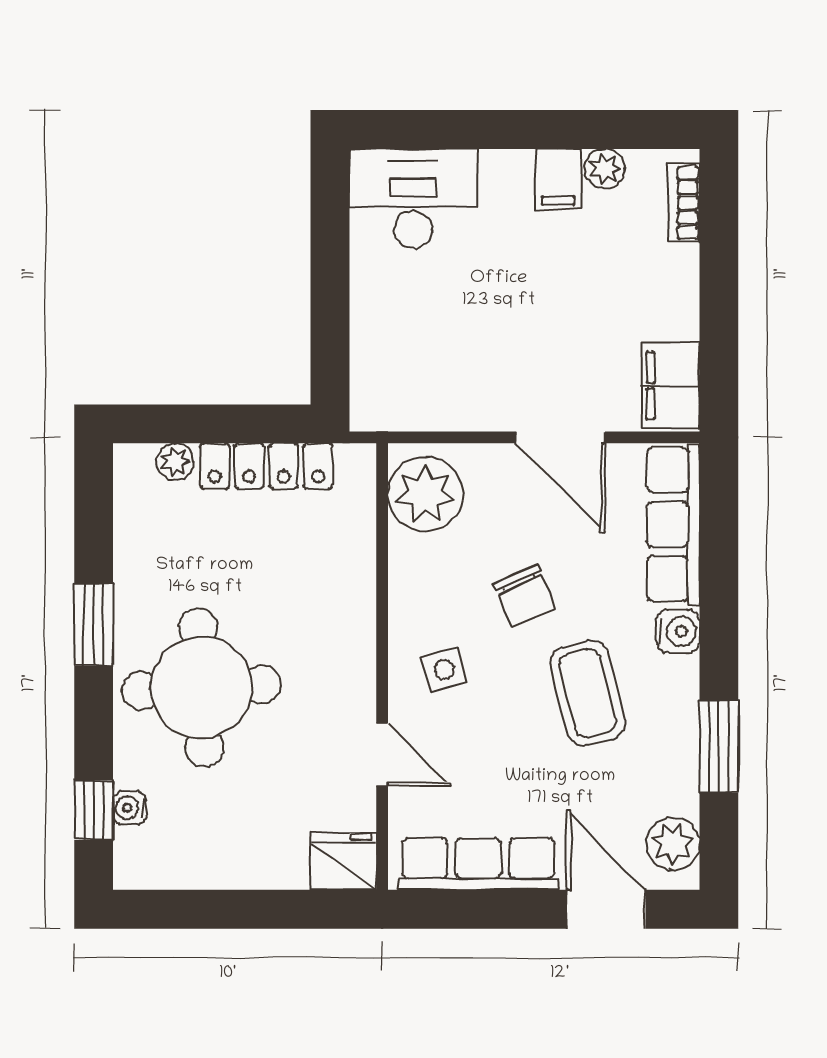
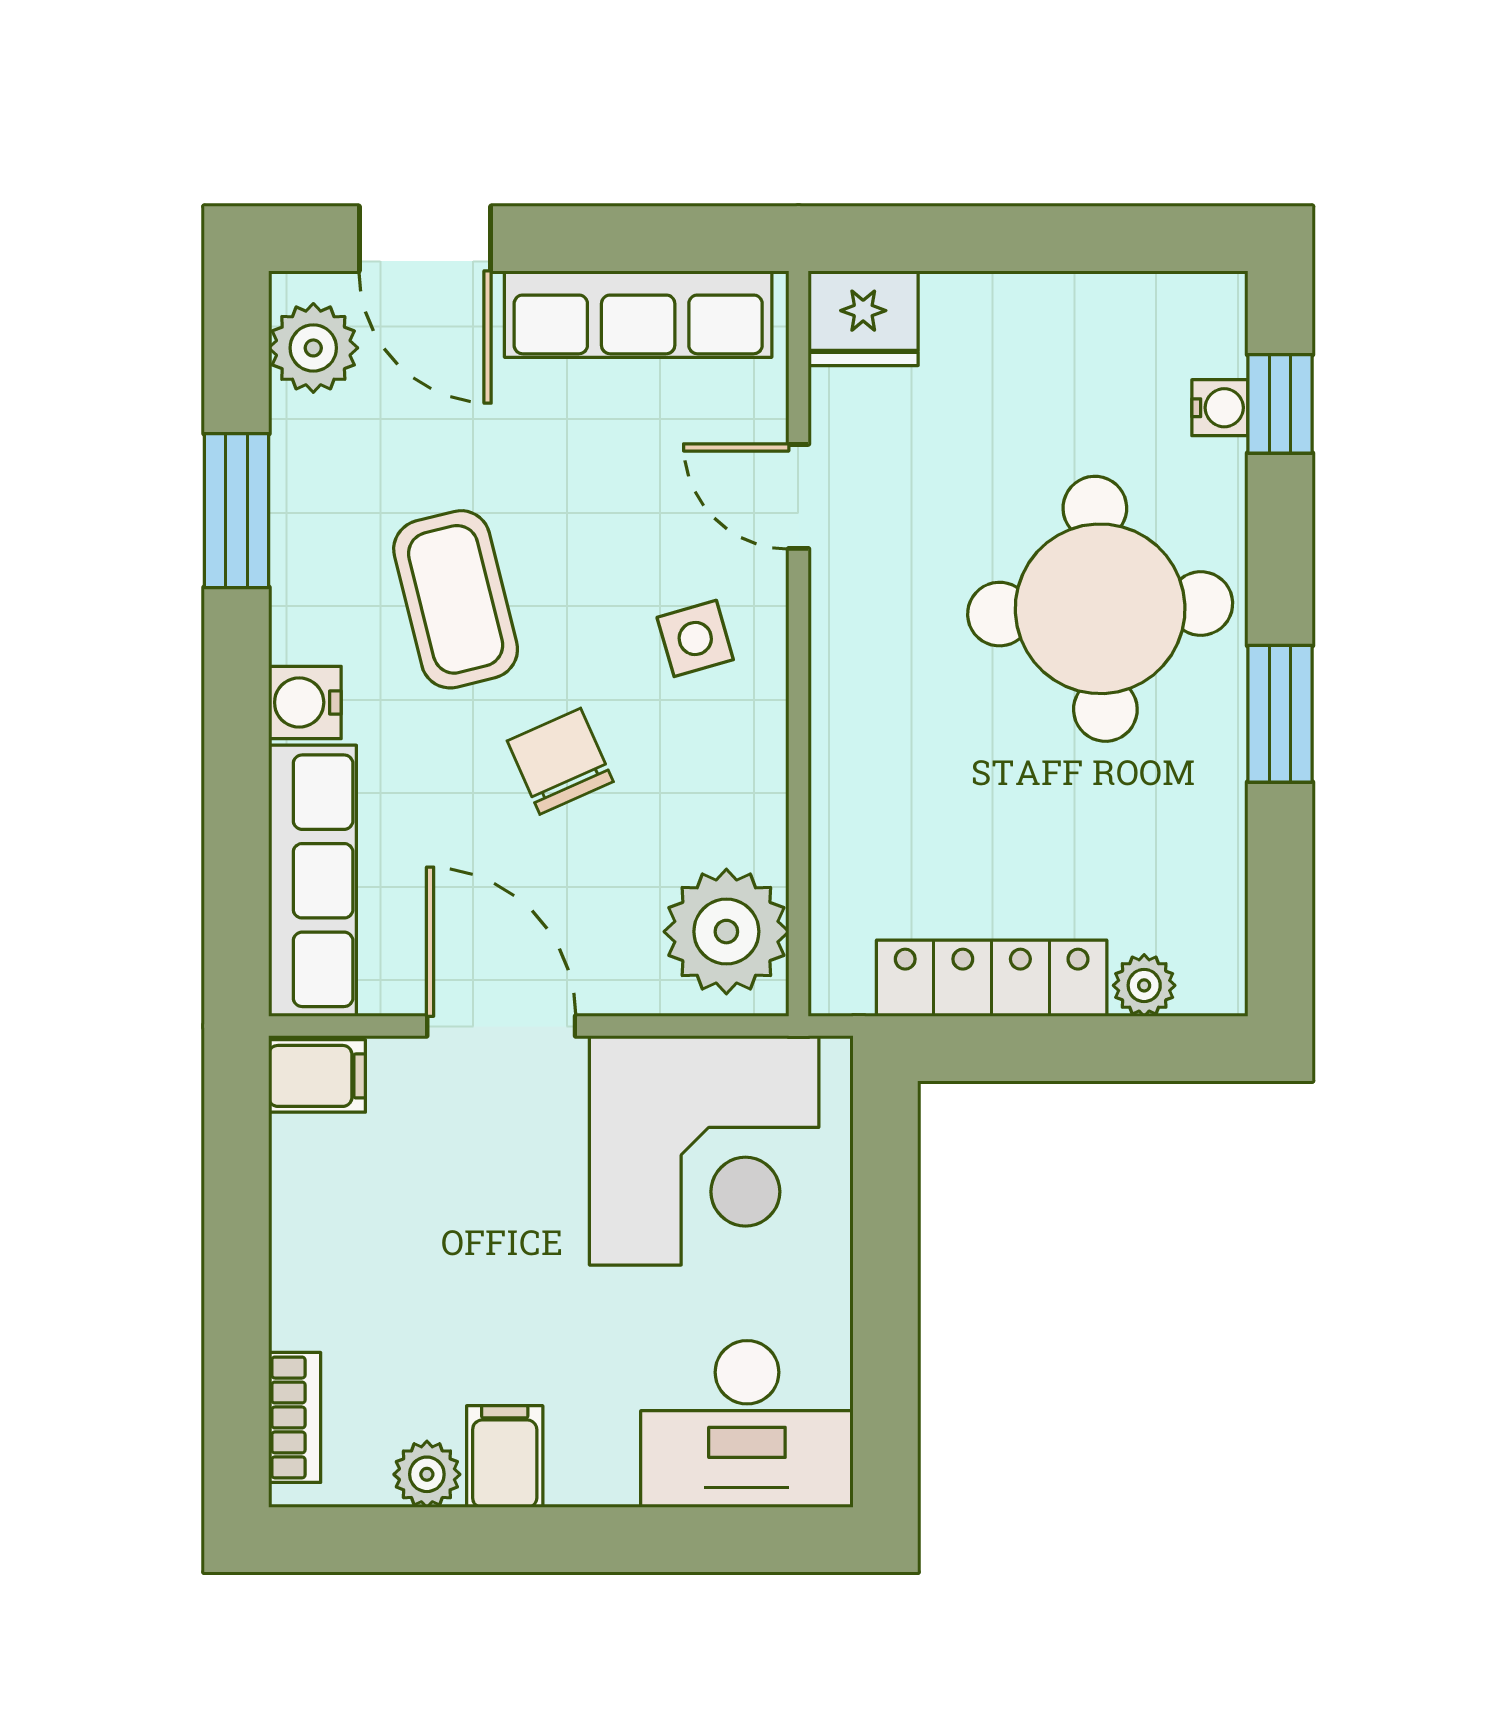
corner desk: (439, 363) -> (704, 1150), added
filing cabinet: (671, 386) -> (317, 1076), width x0.50

